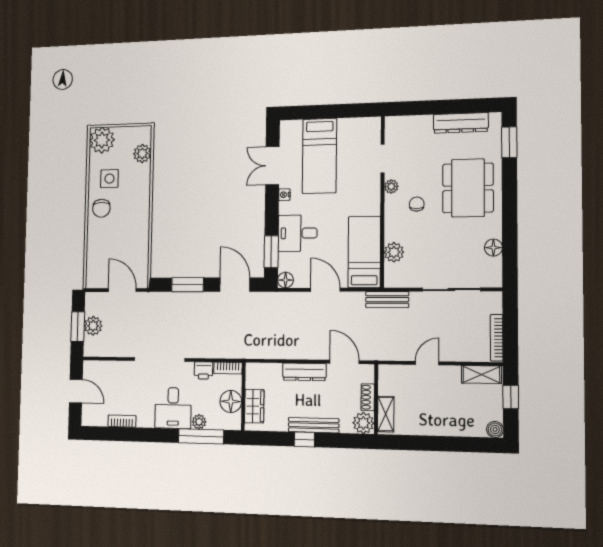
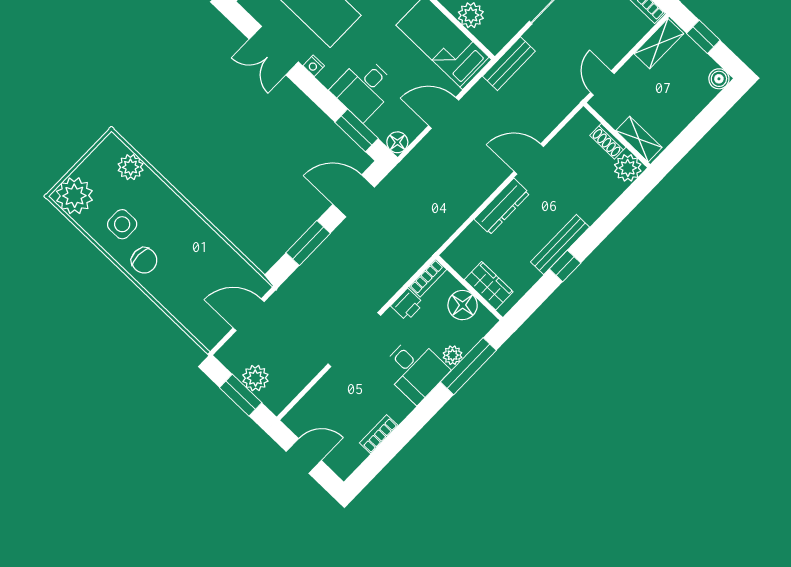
shoe rack: (368, 397) -> (608, 141), moved
wall: (376, 399) -> (617, 135), moved
shelving: (386, 414) -> (639, 139), moved
plant: (363, 423) -> (628, 168), moved

